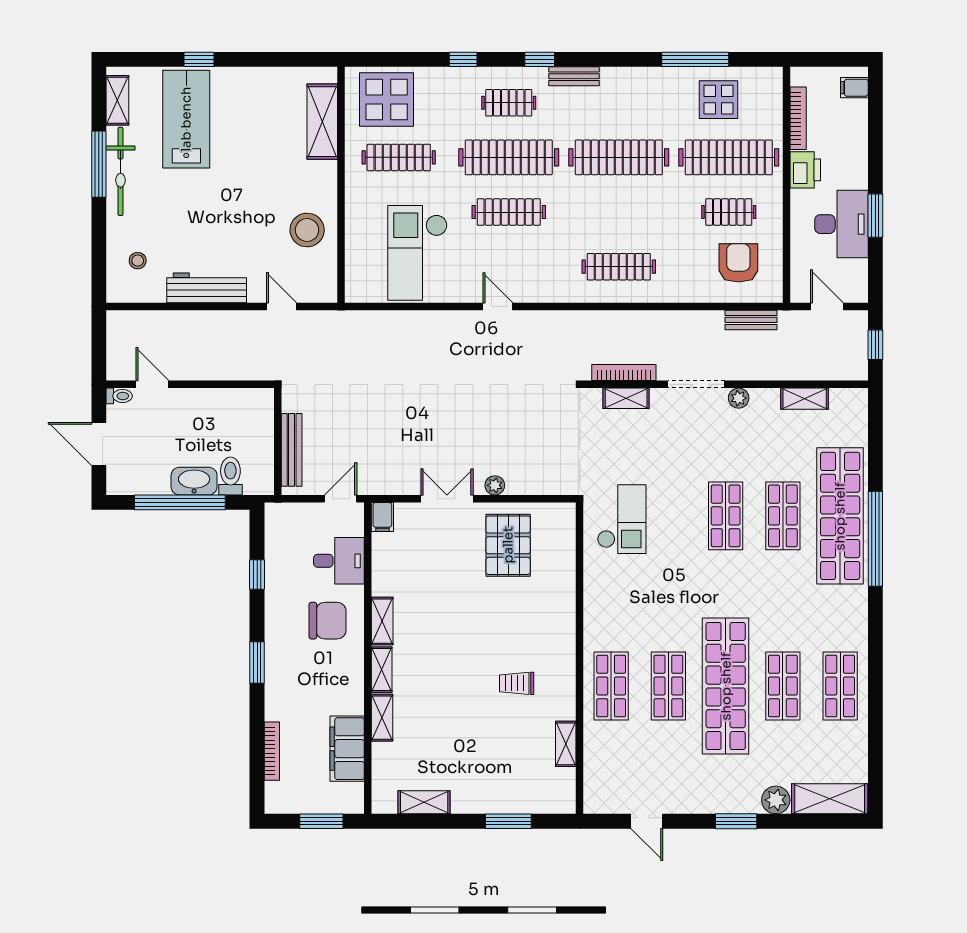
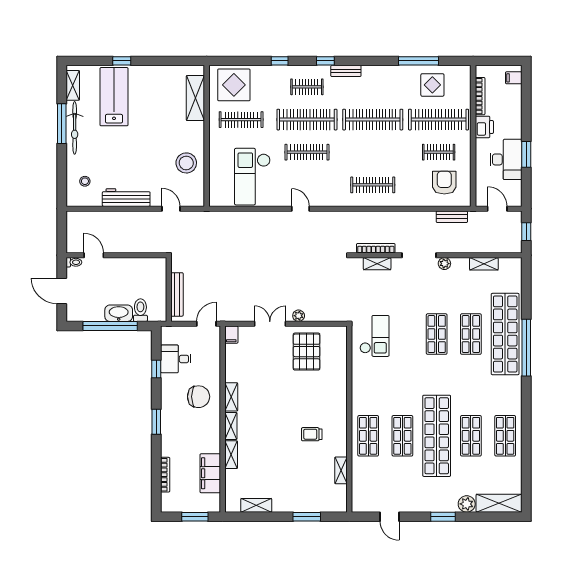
desk: (339, 561) -> (176, 359), moved, turned 180

